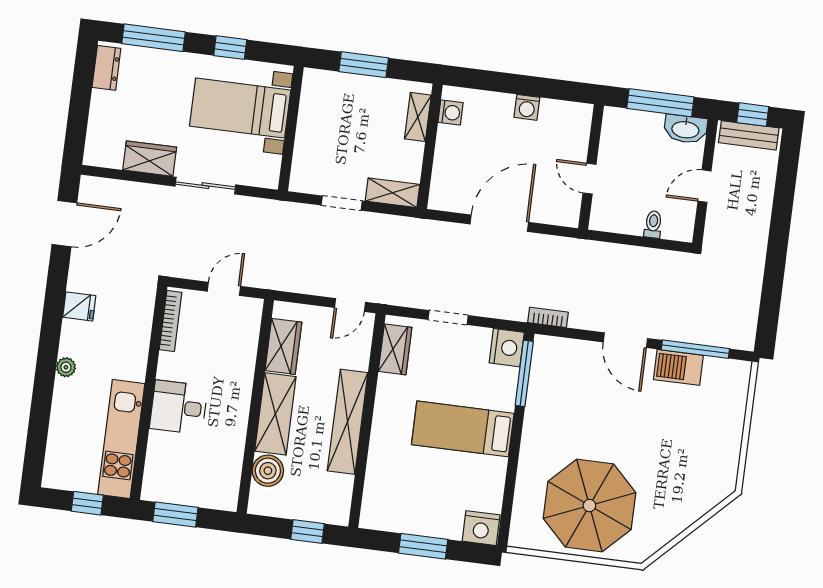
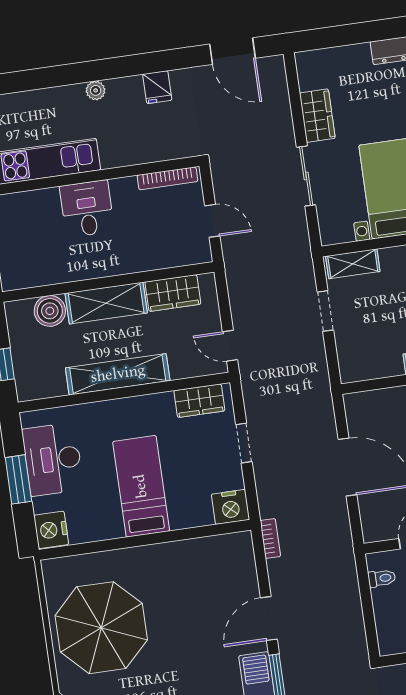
shelving: (393, 193) -> (353, 264), moved, turned 90
toilet: (653, 224) -> (382, 578), moved
window: (524, 373) -> (210, 530), removed
desk: (413, 507) -> (53, 459), added

